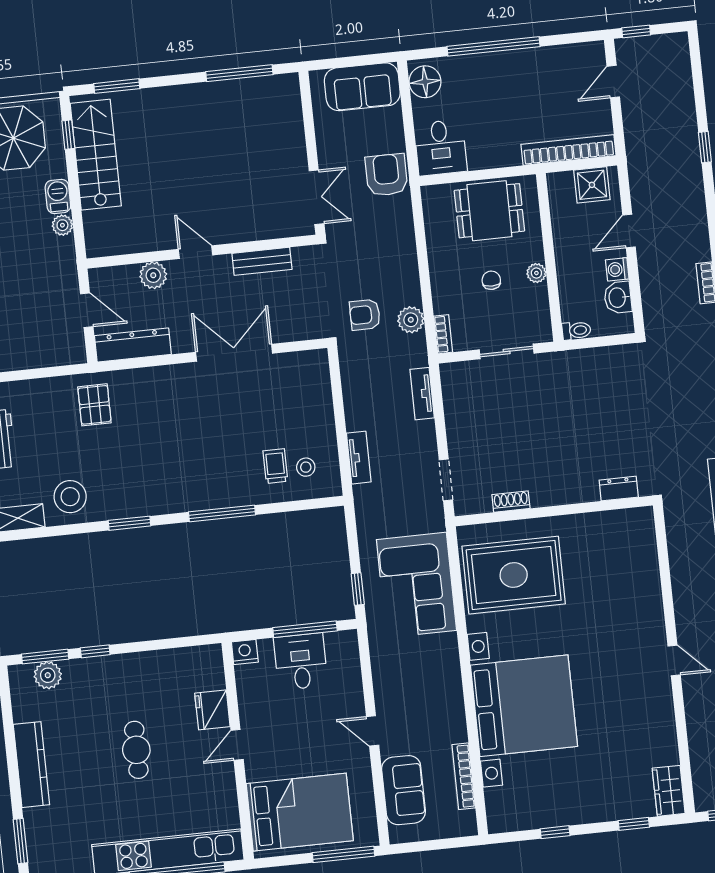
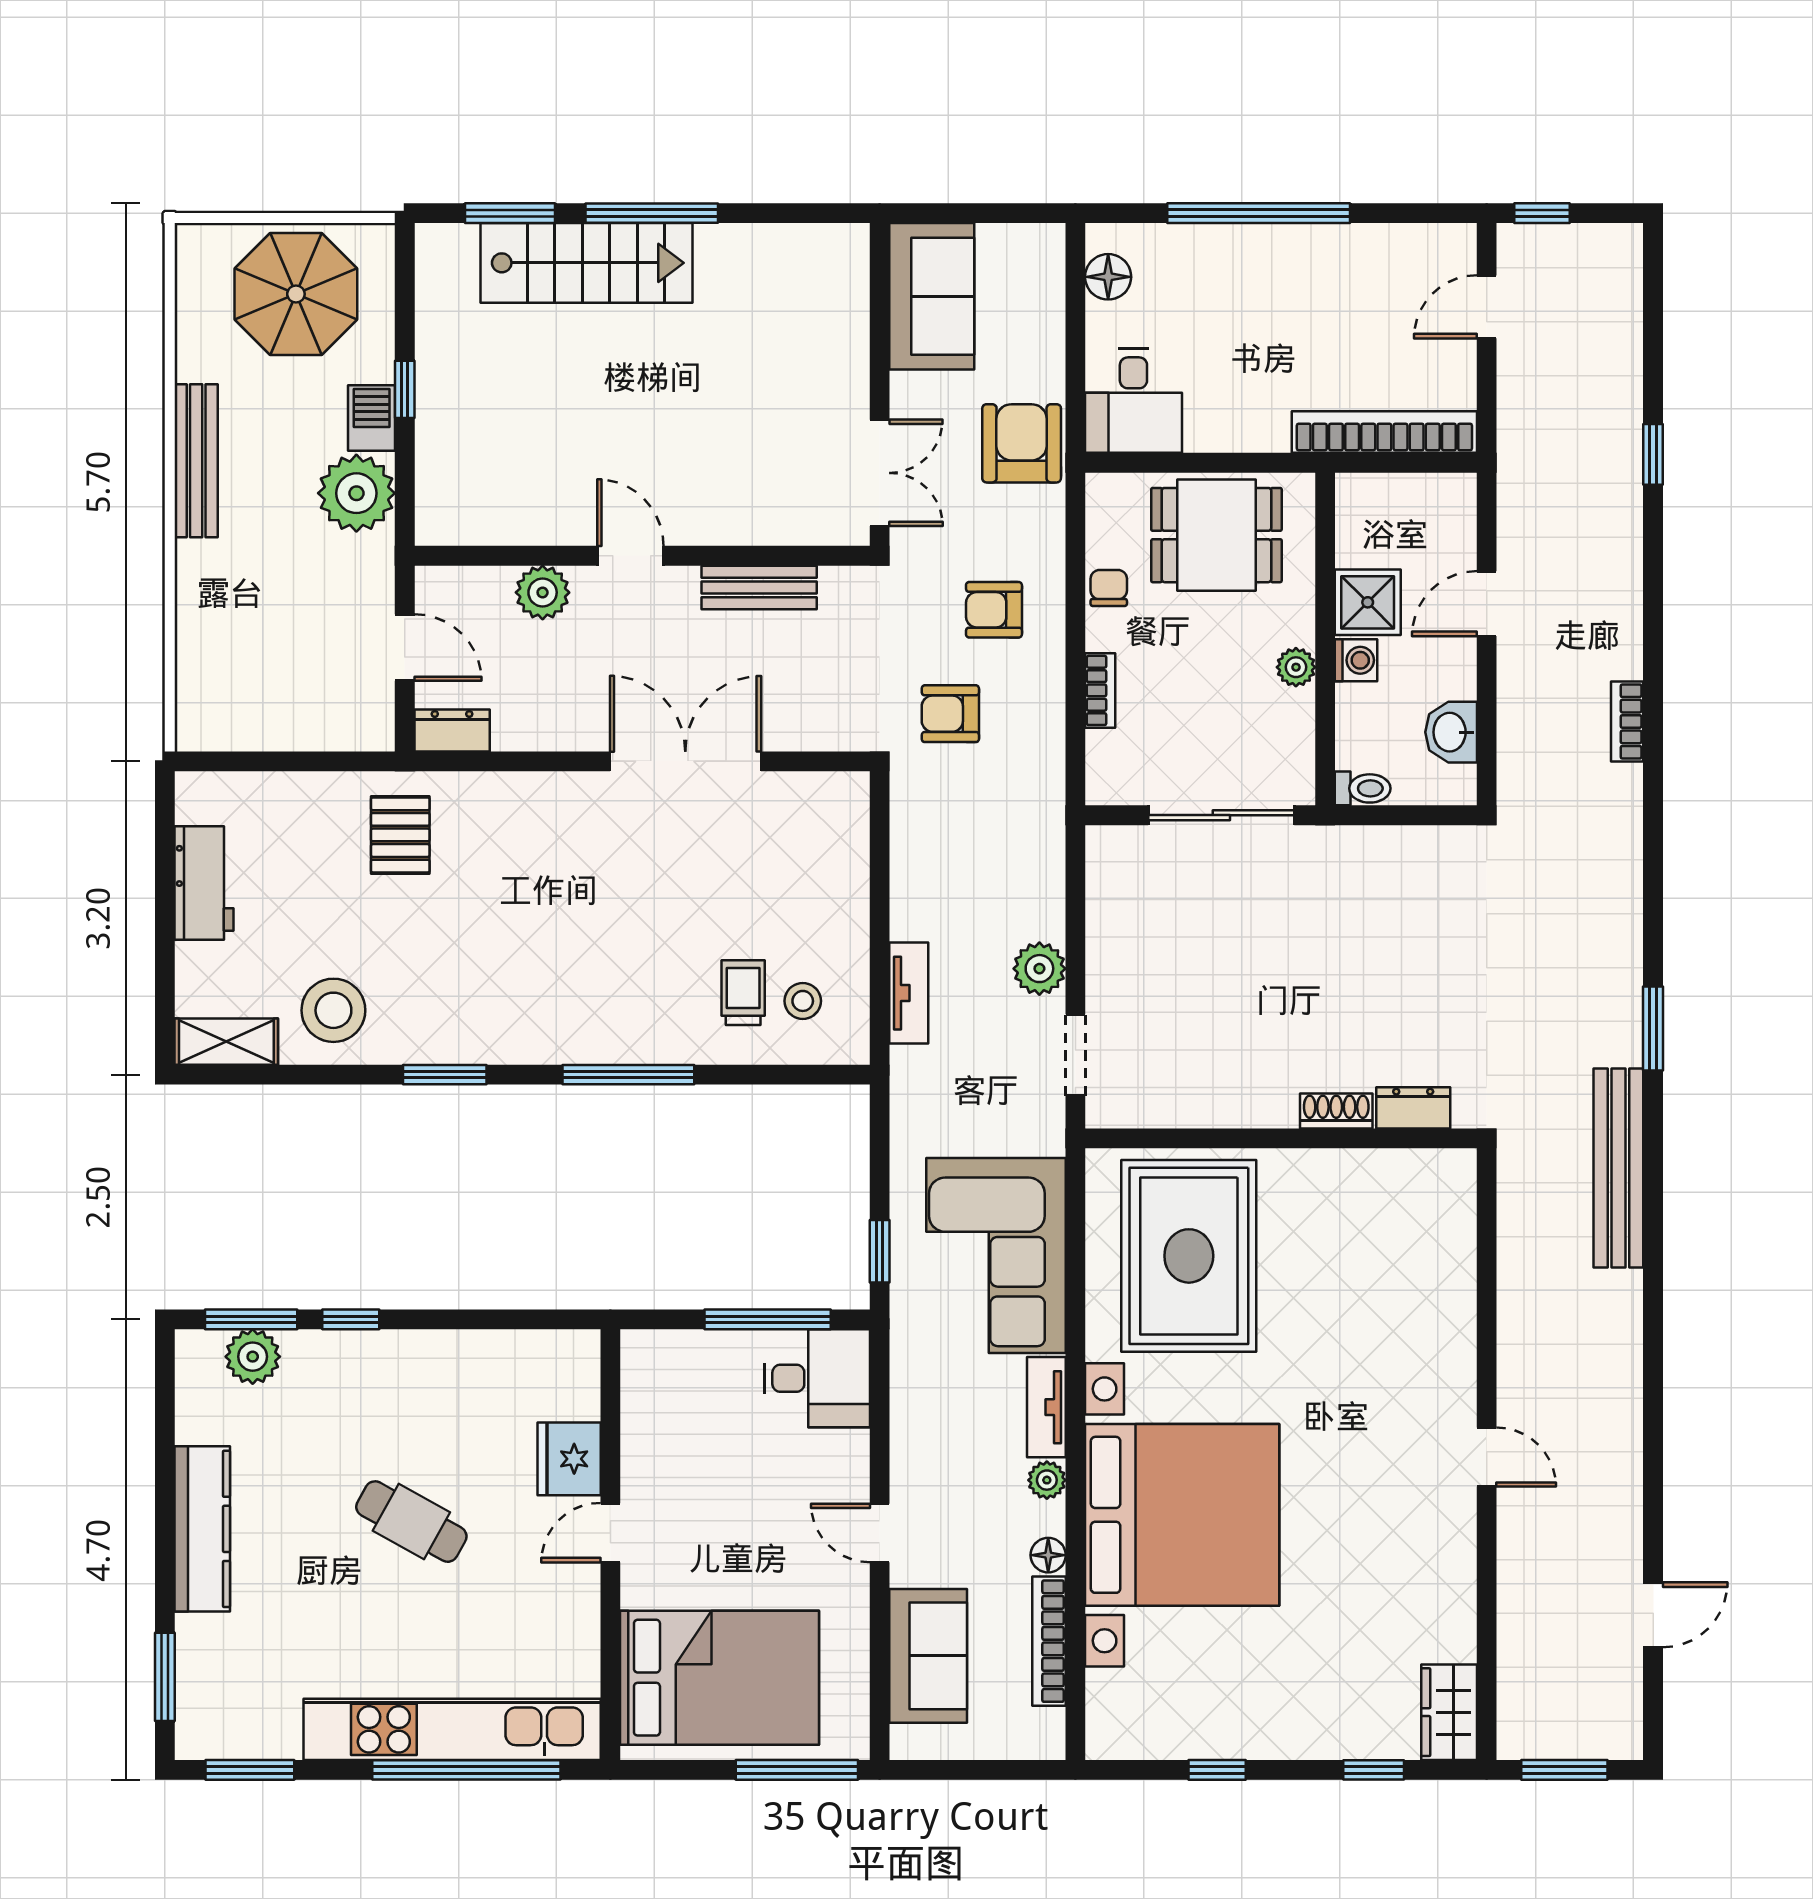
window: (239, 73) -> (652, 213), moved
floor lamp: (425, 82) -> (1108, 277), width x0.73, depth x0.73
sofa: (362, 87) -> (932, 296), moved, turned -90
window: (68, 135) -> (405, 389), moved
stairs: (96, 155) -> (586, 263), moved, turned 90
shower: (592, 185) -> (1368, 602), moved
plant: (62, 225) -> (356, 493), width x1.88, depth x1.88
armchair: (381, 260) -> (994, 610), added
washing machine: (617, 269) -> (1356, 660), moved, turned 180
chair: (491, 280) -> (1109, 588), moved
plant: (411, 320) -> (1039, 969), moved
bookcase: (443, 334) -> (1100, 690), moved
dresser: (133, 345) -> (452, 730), width x0.51, depth x0.80
sliding door: (507, 351) -> (1221, 815), width x1.37
tv unit: (422, 394) -> (1046, 1407), moved
shoe rack: (511, 502) -> (1336, 1111), moved
rug: (514, 575) -> (1189, 1256), turned 90
nightstand: (245, 652) -> (645, 1352), removed
desk: (301, 662) -> (817, 1378), moved, turned 90
plant: (454, 695) -> (1047, 1480), added
floor lamp: (459, 733) -> (1048, 1555), added
cafe table: (136, 750) -> (411, 1522), turned -61

